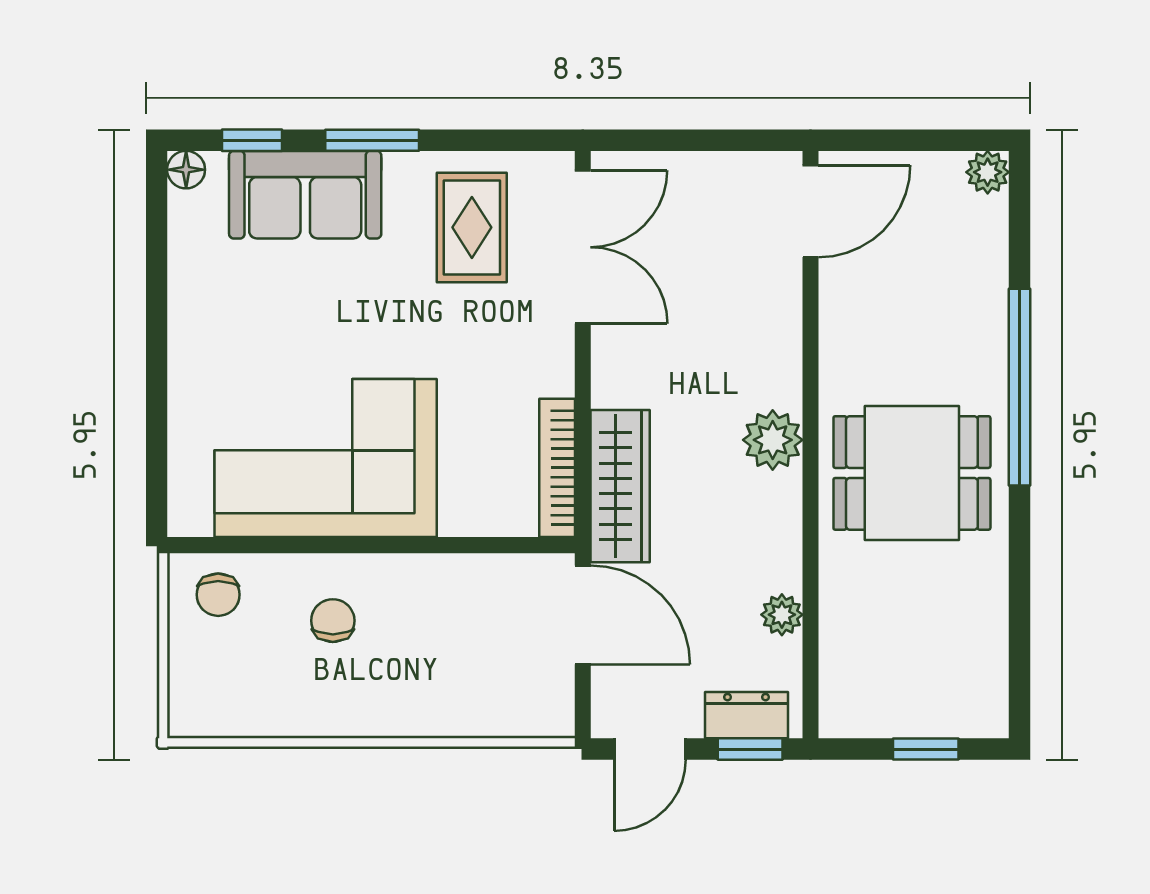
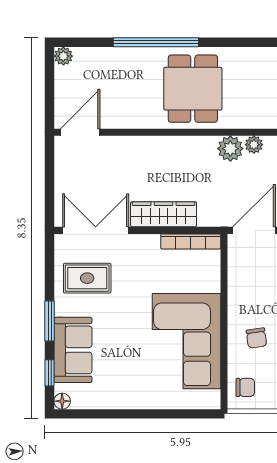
door: (810, 211) -> (80, 132), hinge flipped
plant: (773, 440) -> (230, 149), moved
wardrobe: (620, 486) -> (164, 214), moved
chair: (333, 621) -> (256, 338), turned -98

